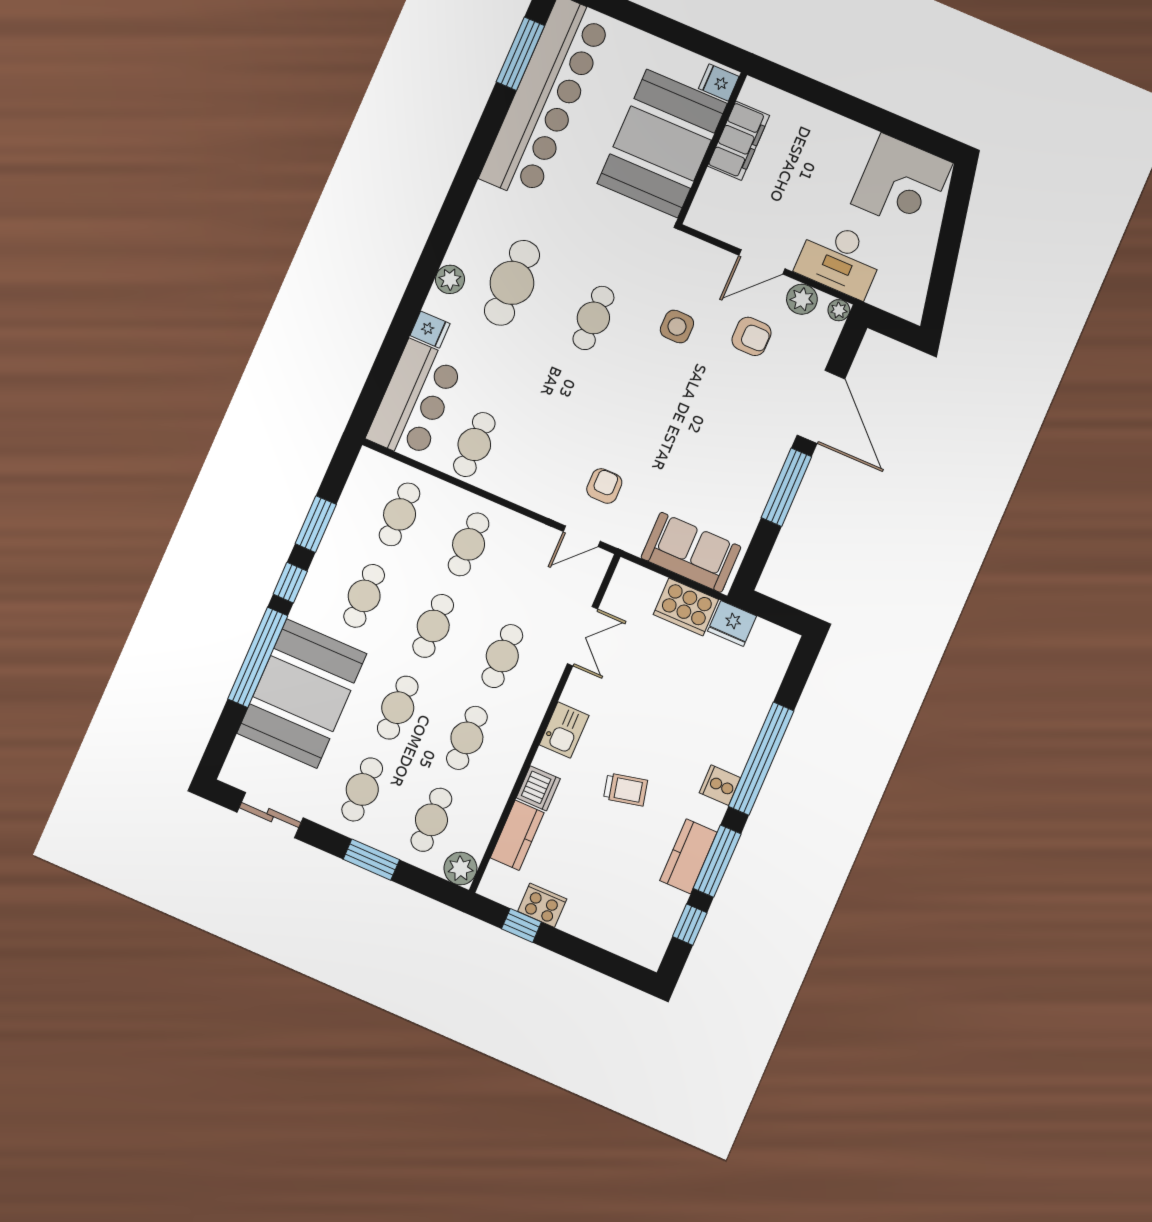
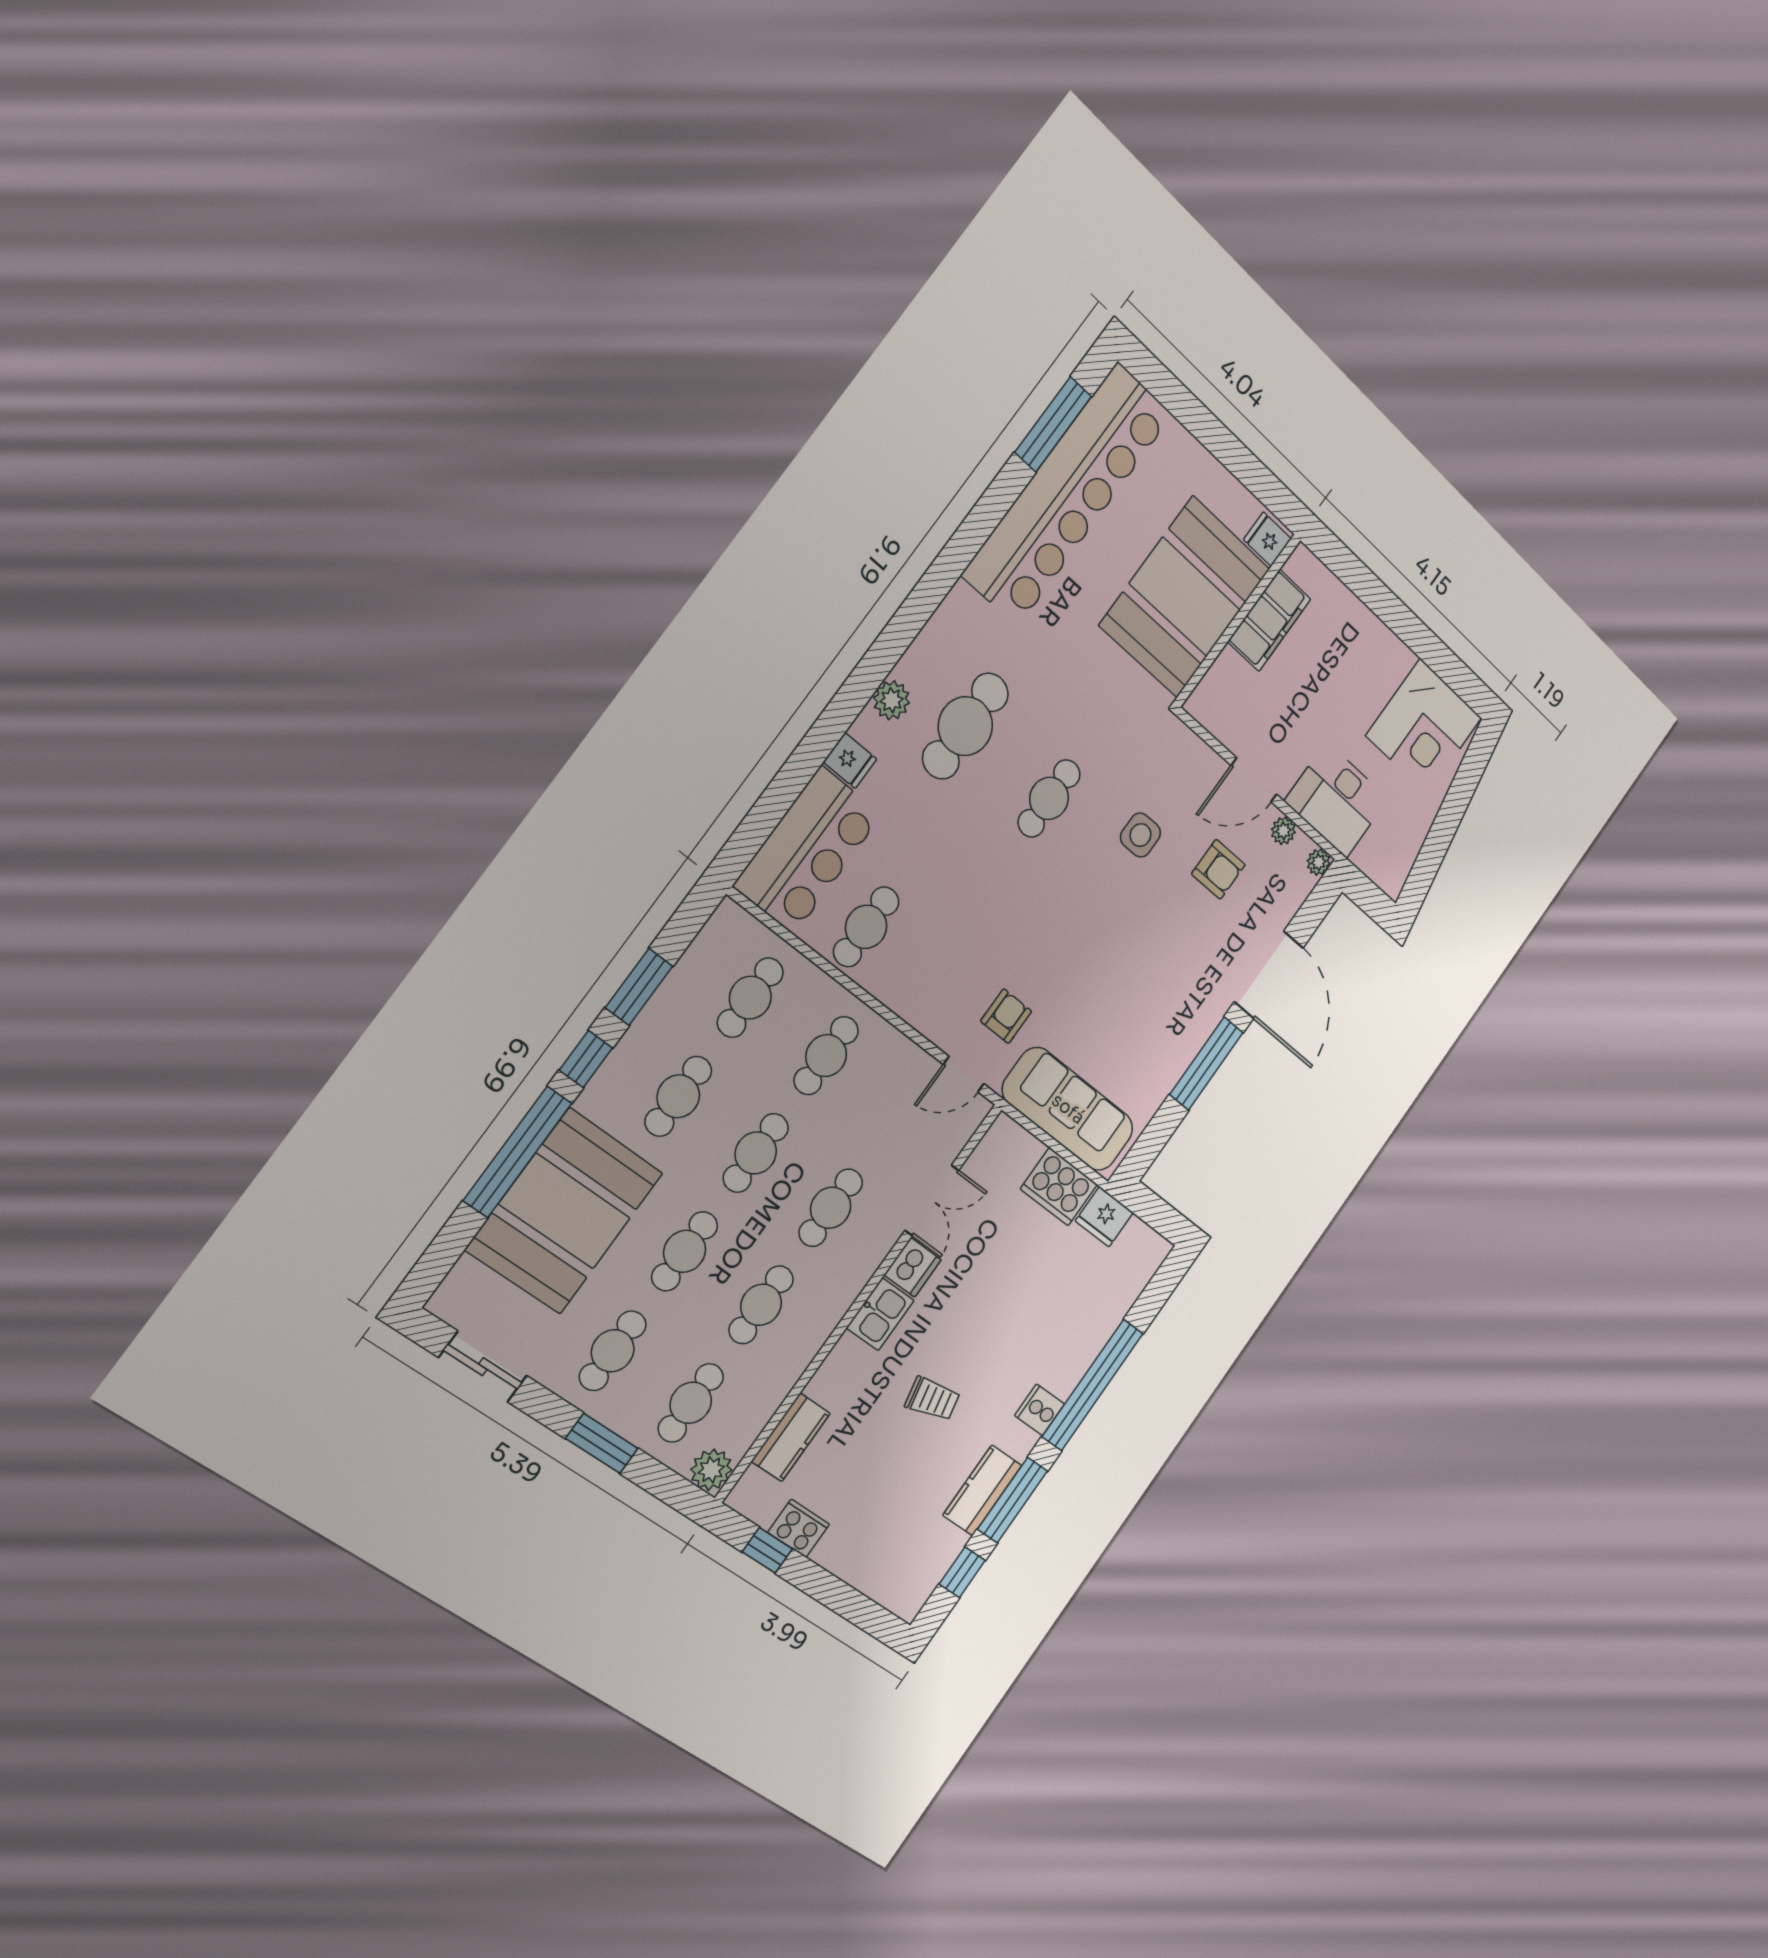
plant: (802, 299) -> (1283, 831), width x0.73, depth x0.73
sofa: (691, 552) -> (1068, 1109), width x1.36
dishwasher: (538, 788) -> (913, 1267), moved

